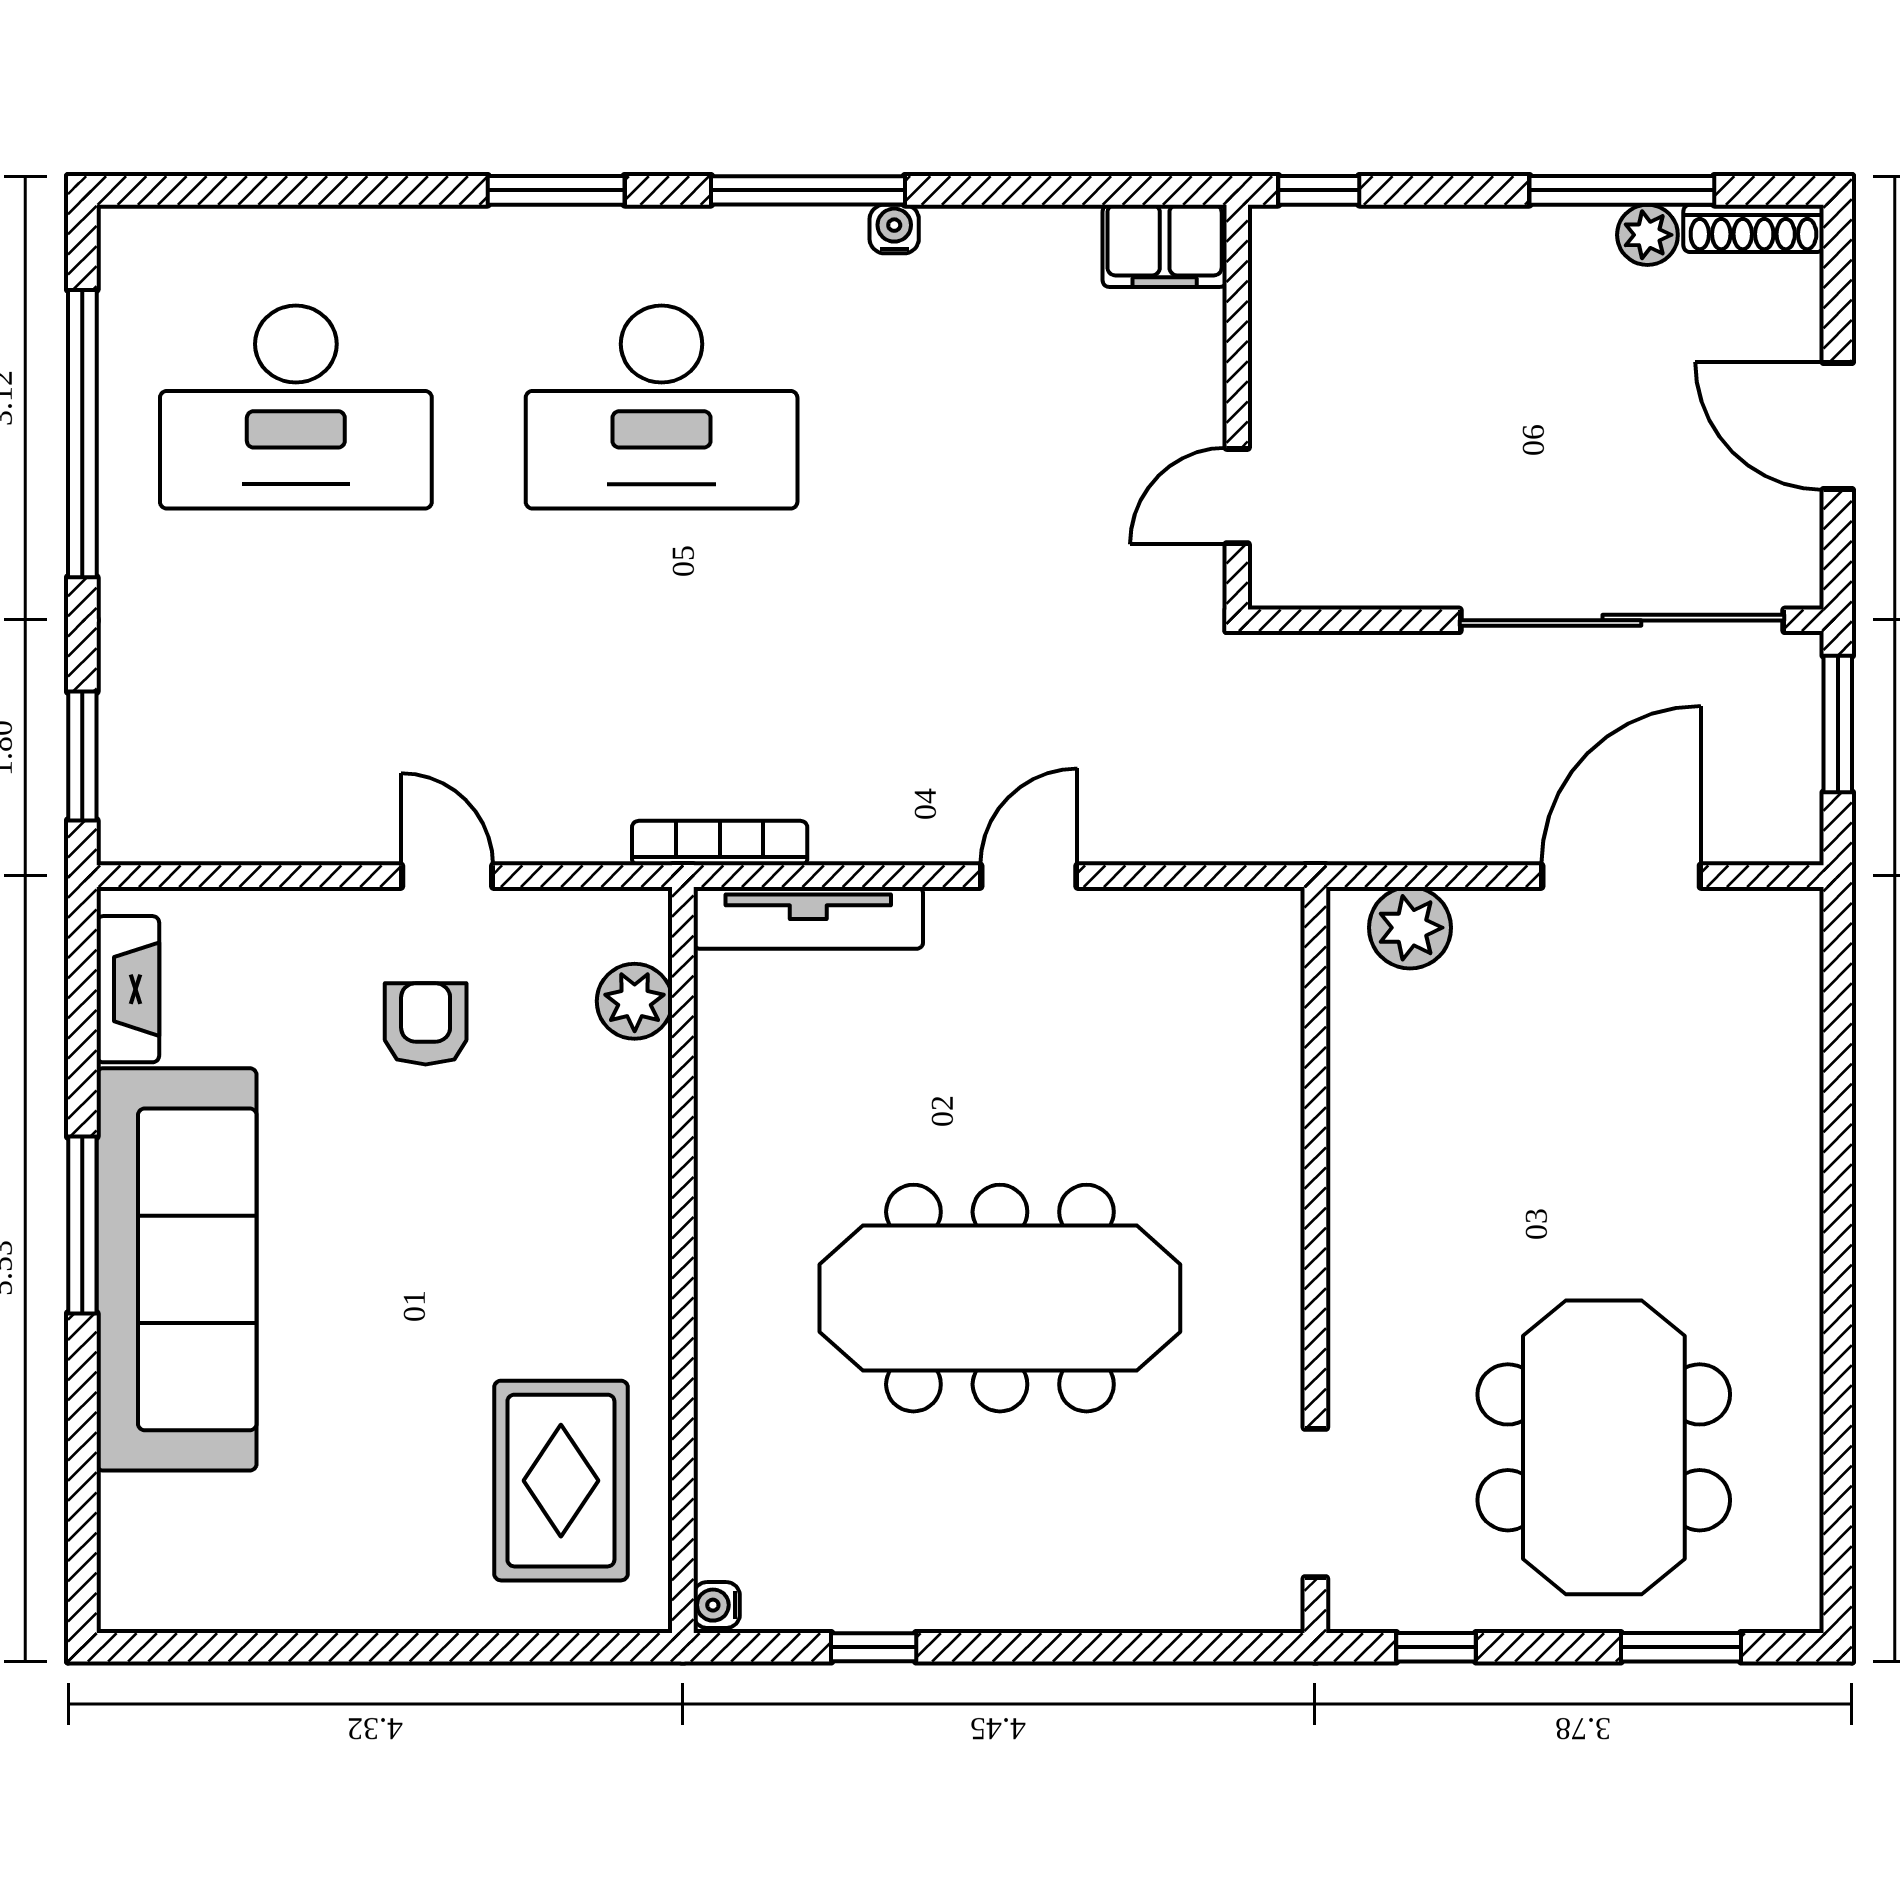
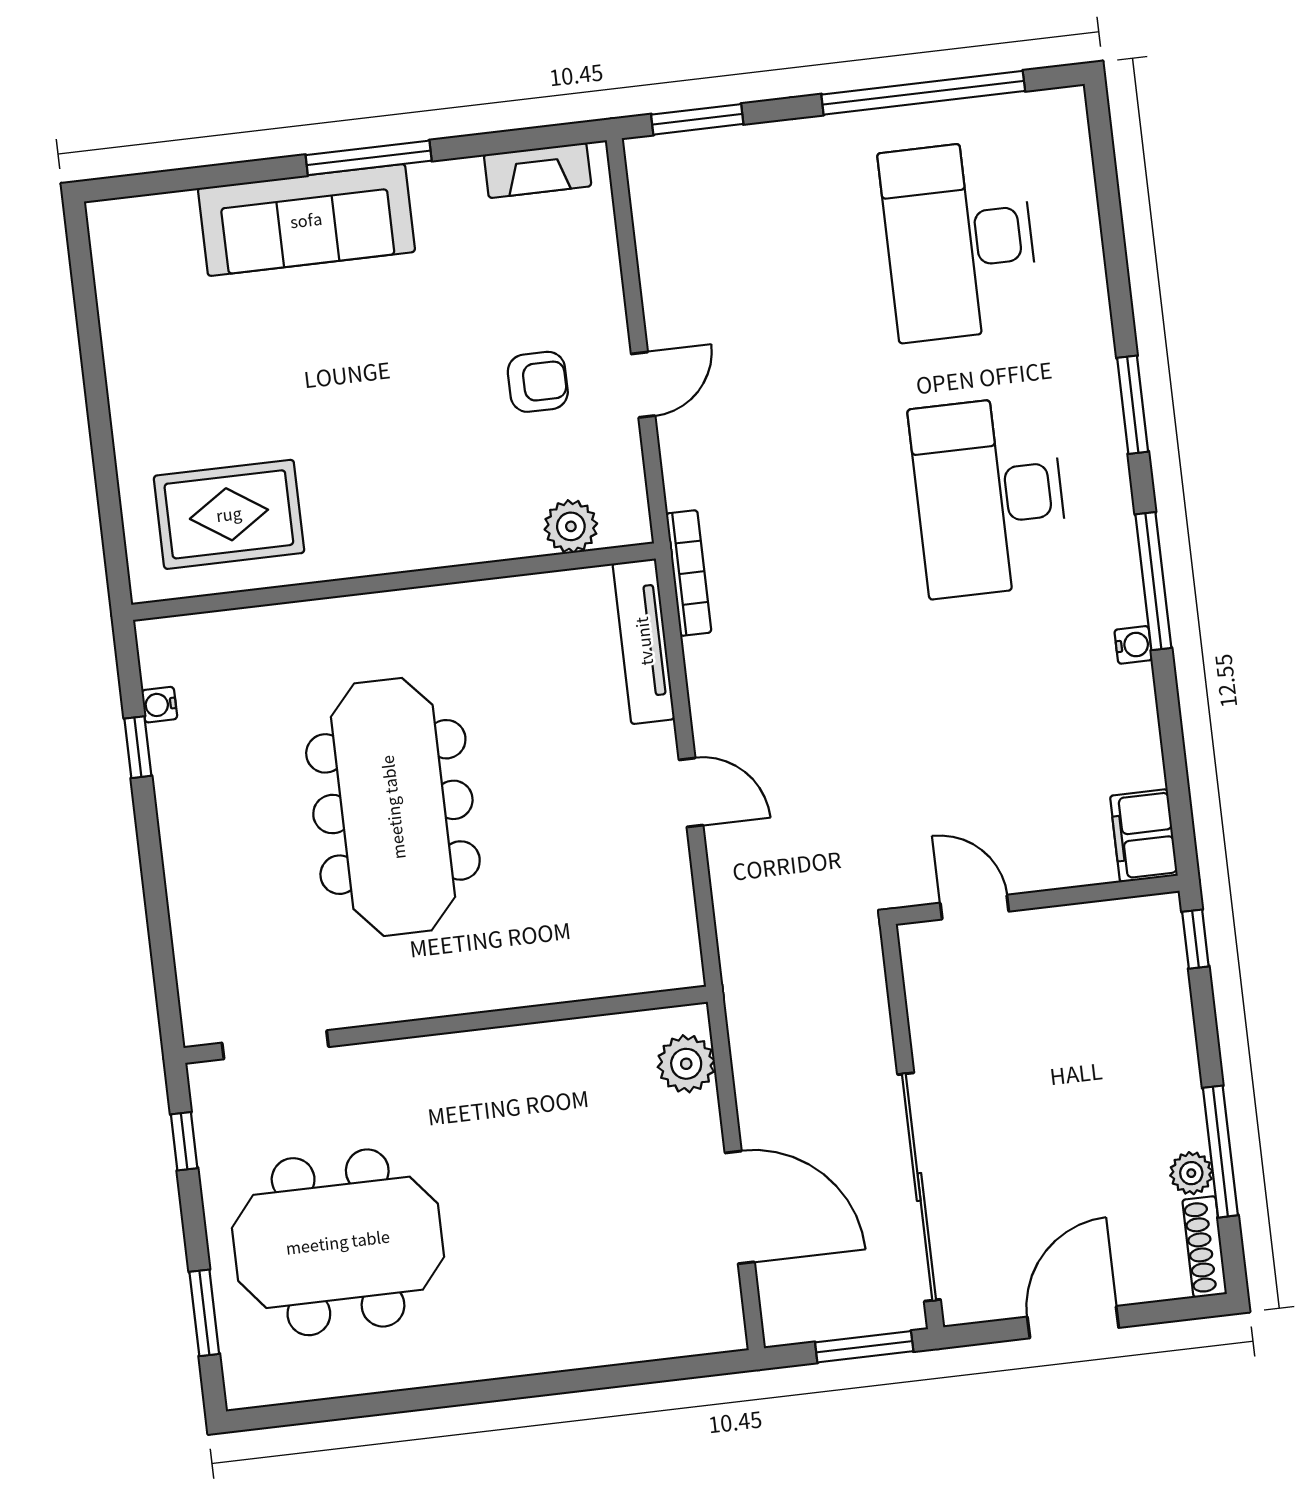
sofa: (176, 1269) -> (306, 220), width x0.74, depth x0.79
water cooler: (717, 1605) -> (159, 705), moved, turned -90

